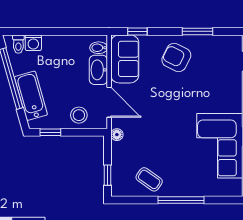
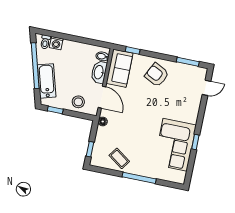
window: (197, 31) -> (188, 62), moved

